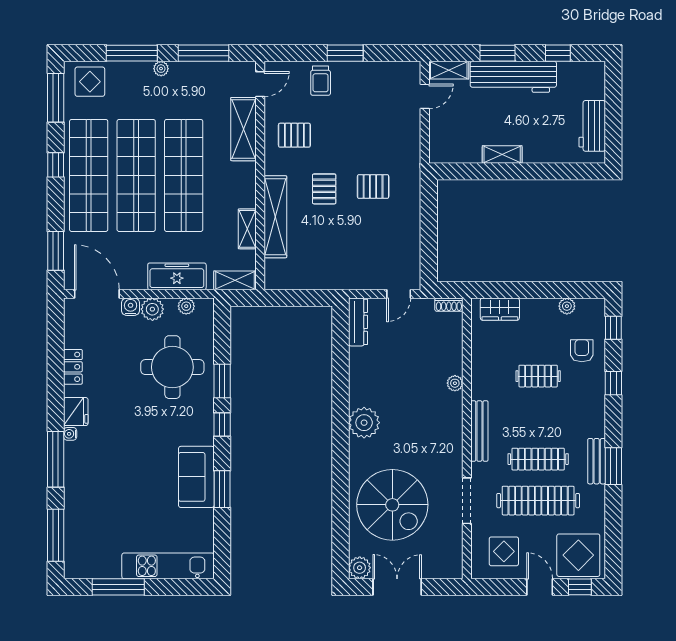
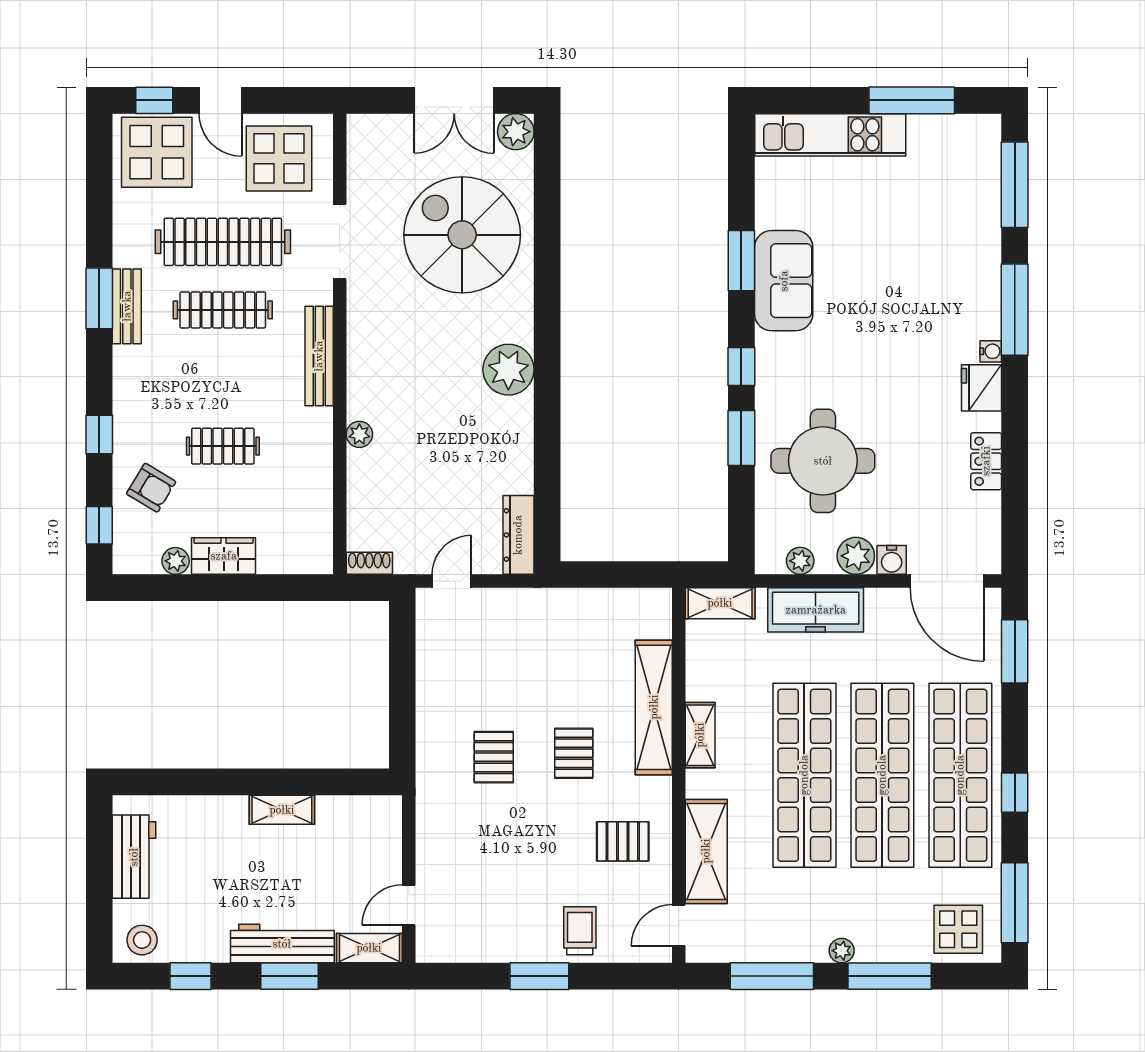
stool: (587, 75) -> (142, 940), added
workbench: (513, 77) -> (282, 944), width x0.73, depth x0.76
pallet: (373, 187) -> (494, 757), turned 90
shelving: (247, 229) -> (700, 735), moved
wardrobe: (500, 309) -> (224, 556), moved
armchair: (582, 351) -> (151, 488), turned -59
display table: (504, 551) -> (279, 158), width x1.36, depth x1.36

